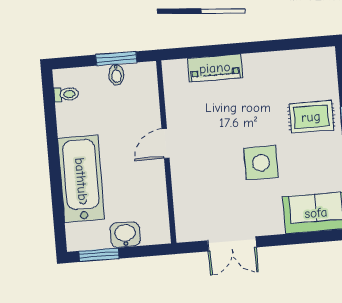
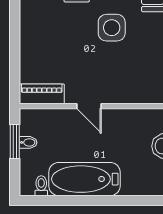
piano: (215, 68) -> (42, 94), moved, turned -90
bathtub: (81, 179) -> (84, 179), moved

